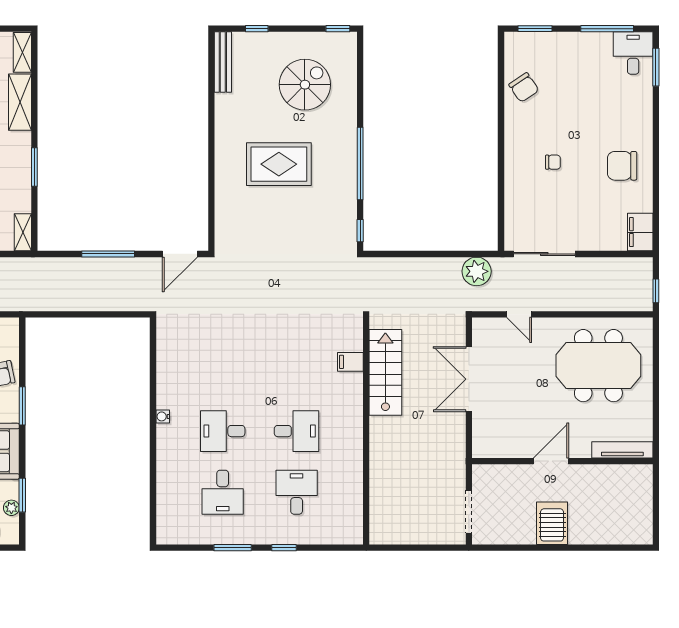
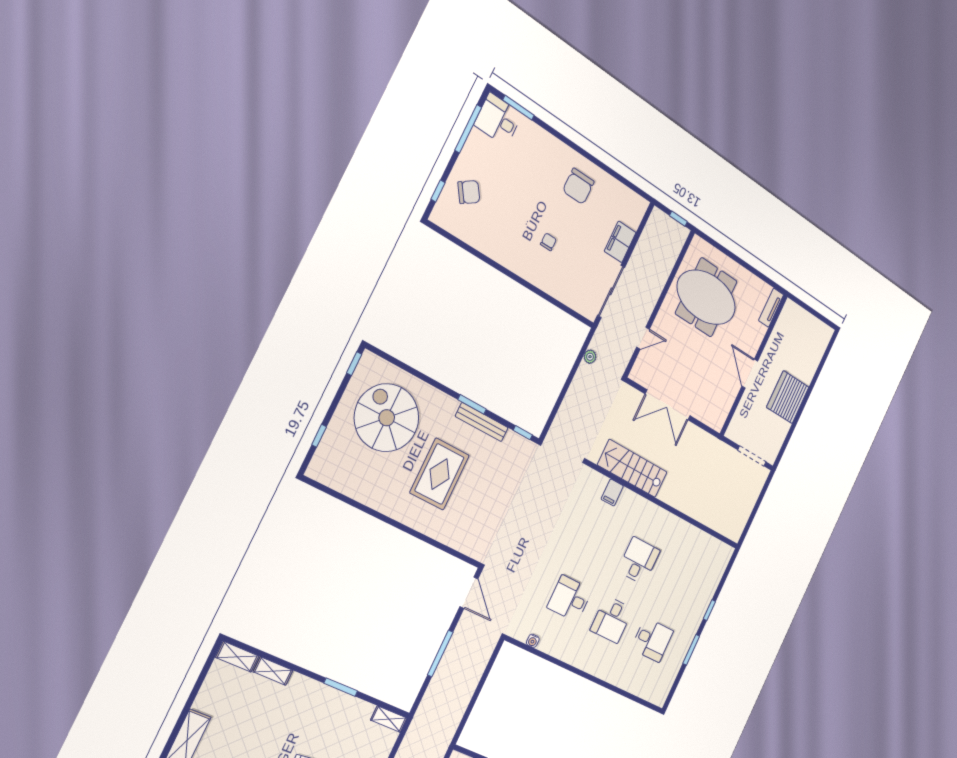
window: (535, 29) -> (438, 191), width x0.67
bench: (223, 62) -> (482, 422), moved
spiral stairs: (305, 85) -> (387, 418), width x1.37, depth x1.37
chair: (524, 87) -> (469, 192), moved
shelving: (20, 102) -> (273, 671), width x0.67, depth x0.75
window: (360, 163) -> (472, 404), width x0.47
filing cabinet: (640, 232) -> (620, 242), moved, turned 90
plant: (477, 271) -> (590, 357), width x0.53, depth x0.53
meeting table: (598, 366) -> (706, 297), turned 90
water cooler: (163, 416) -> (533, 641), moved
tv unit: (622, 450) -> (771, 308), width x0.71
desk: (297, 492) -> (570, 599), moved
server rack: (552, 523) -> (788, 397), width x1.60

